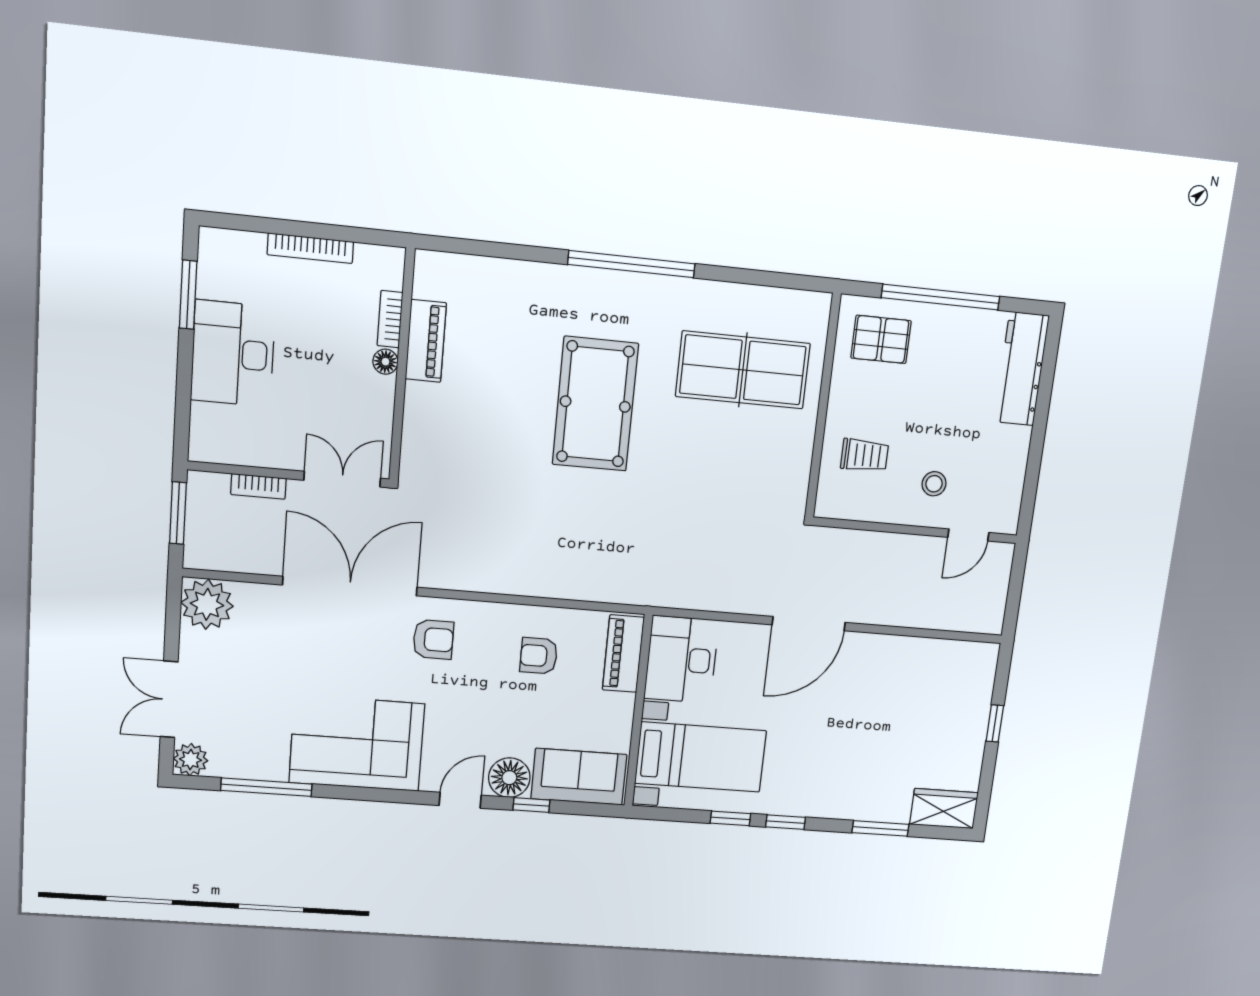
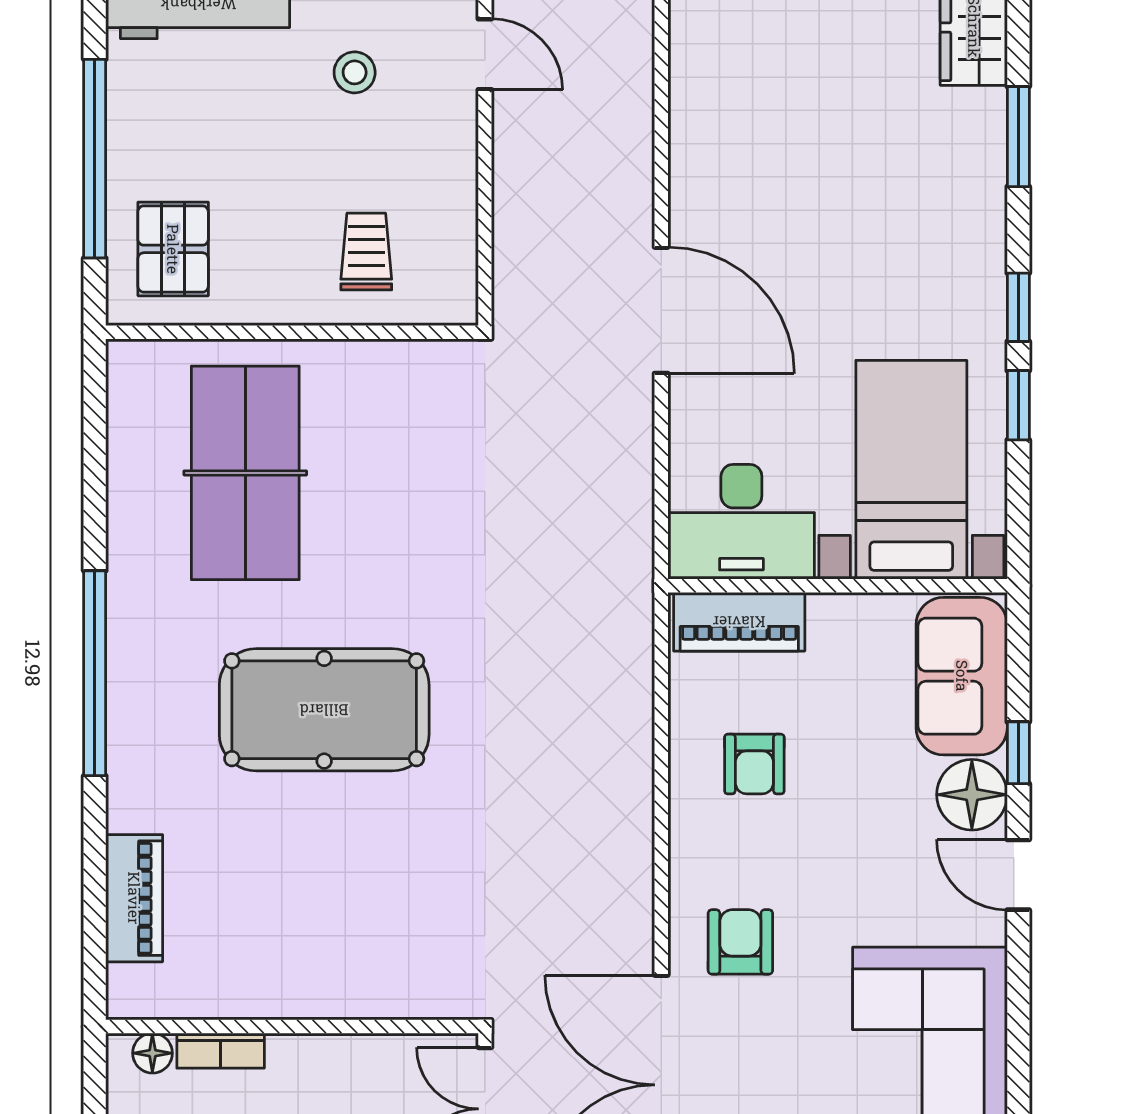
piano: (426, 341) -> (134, 898), moved, turned 90
floor lamp: (385, 362) -> (152, 1053), moved
stool: (934, 484) -> (355, 72), moved

